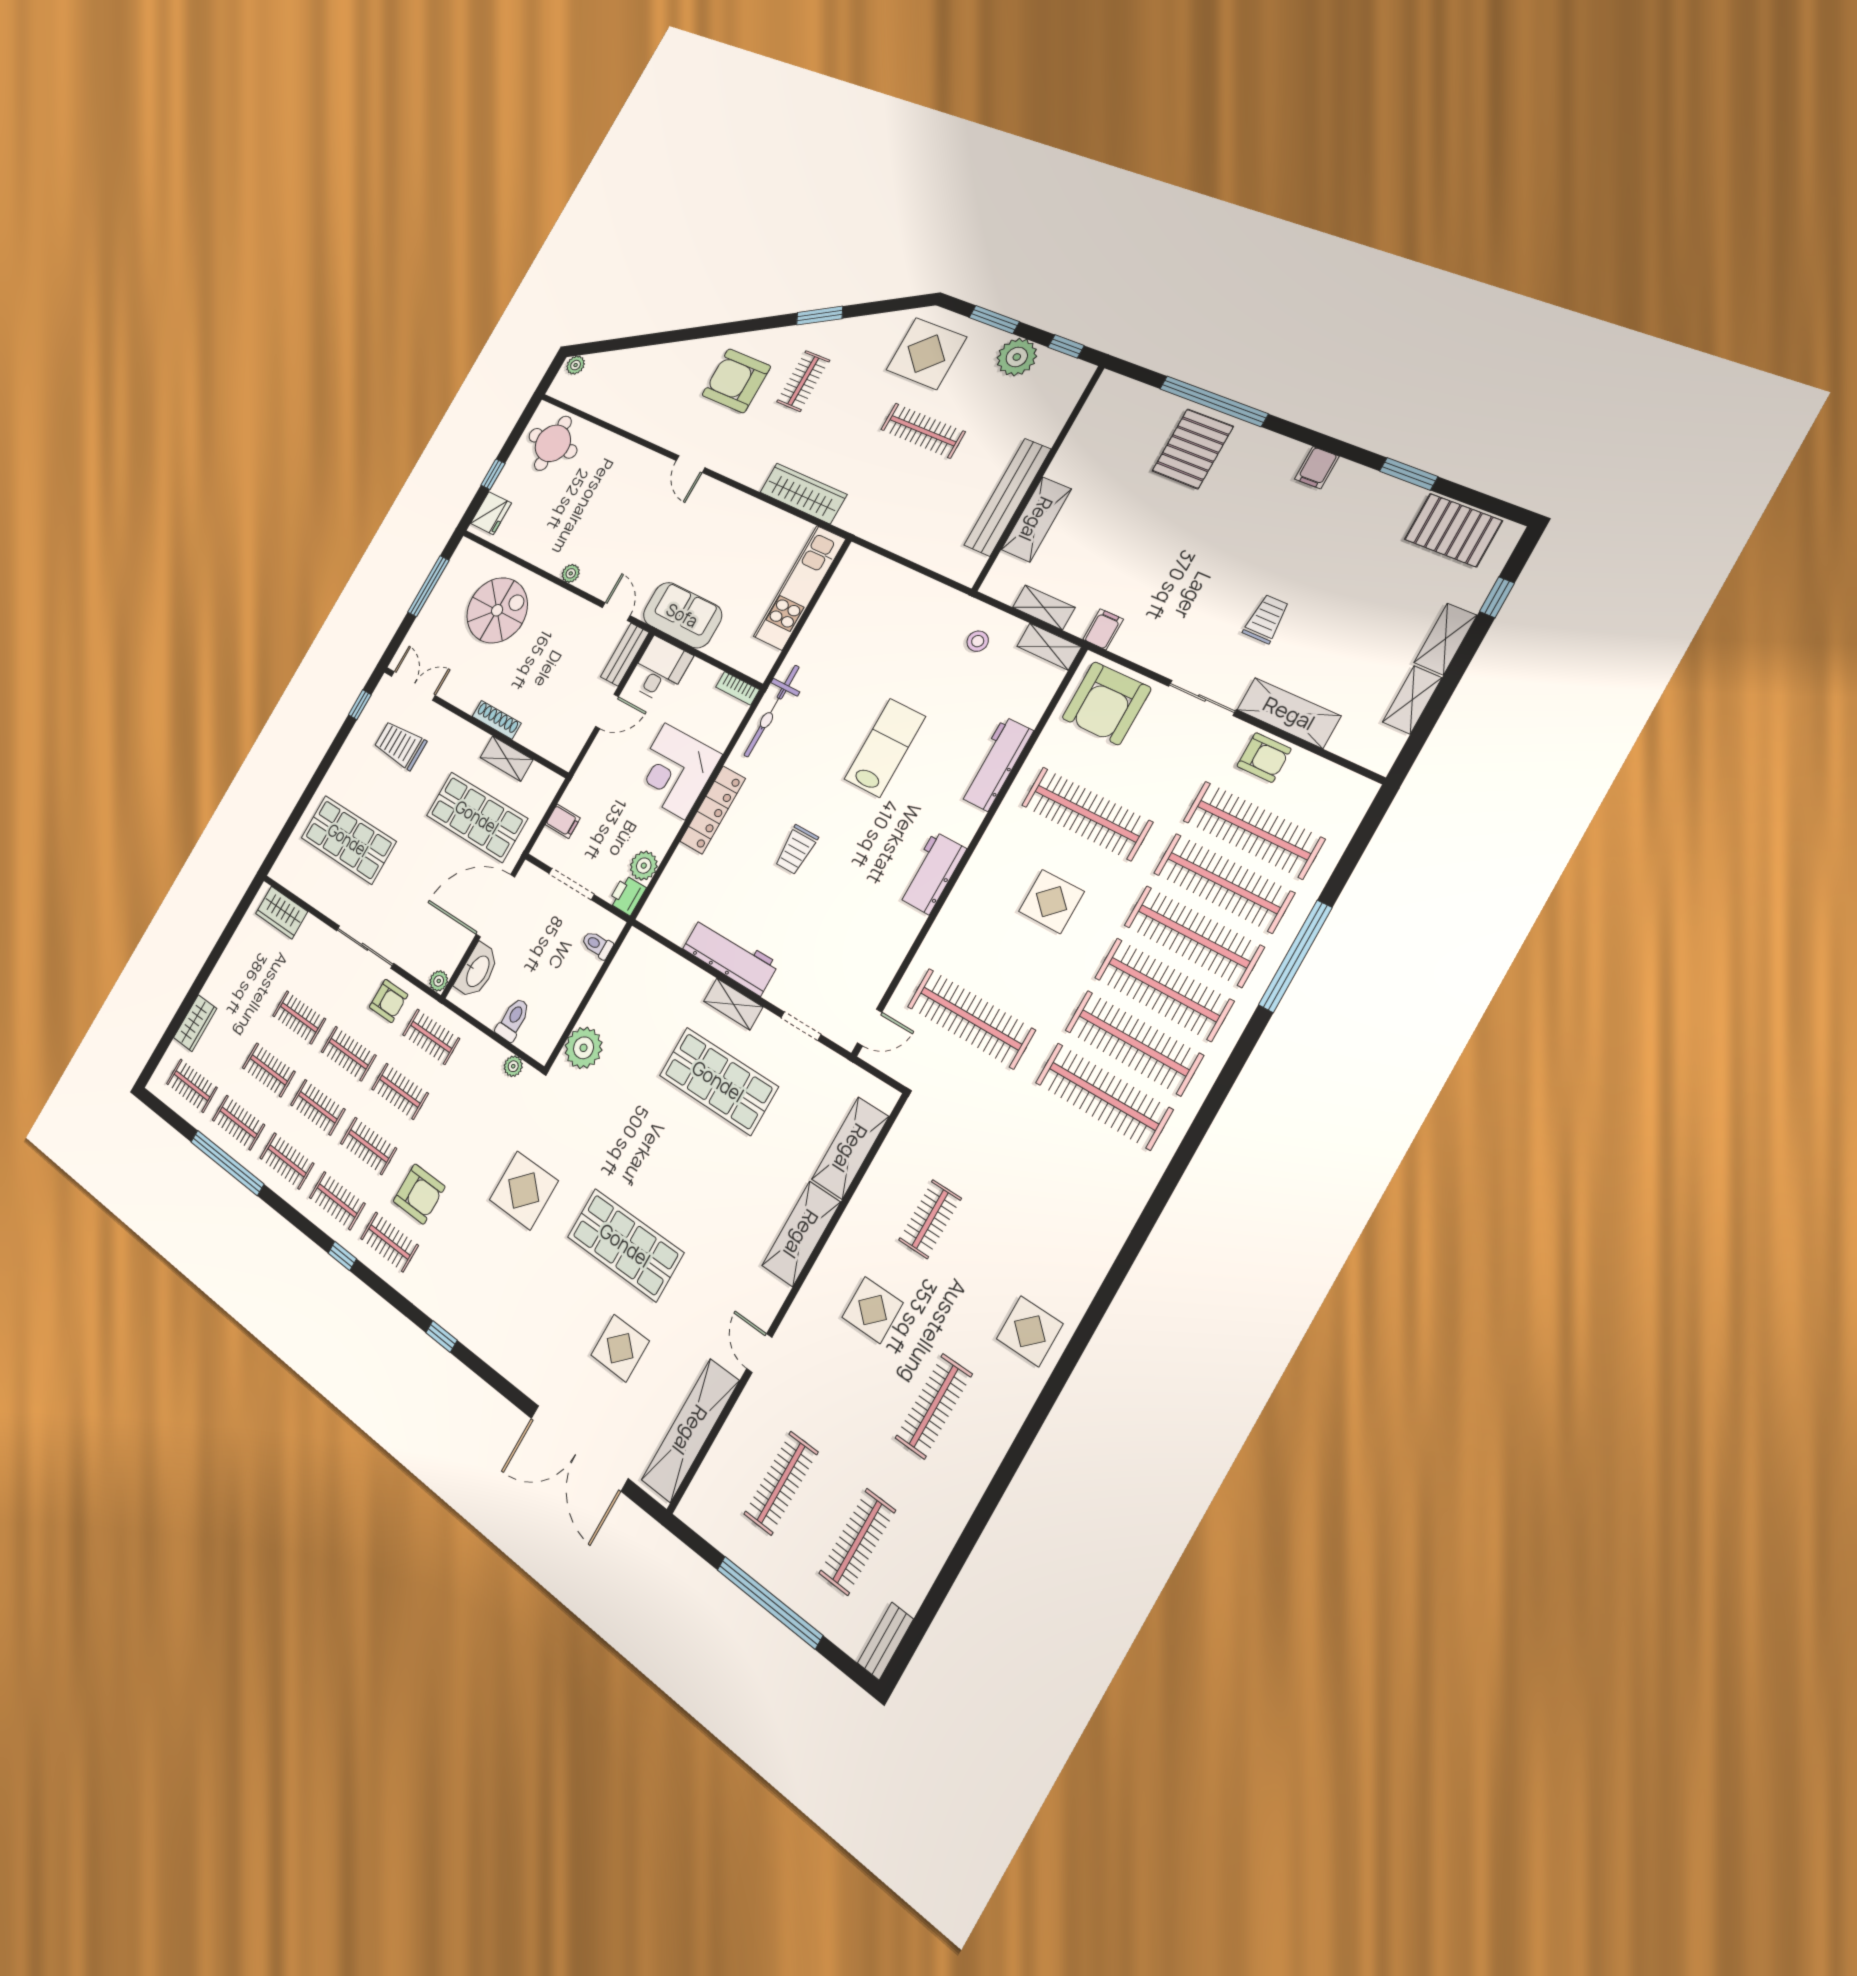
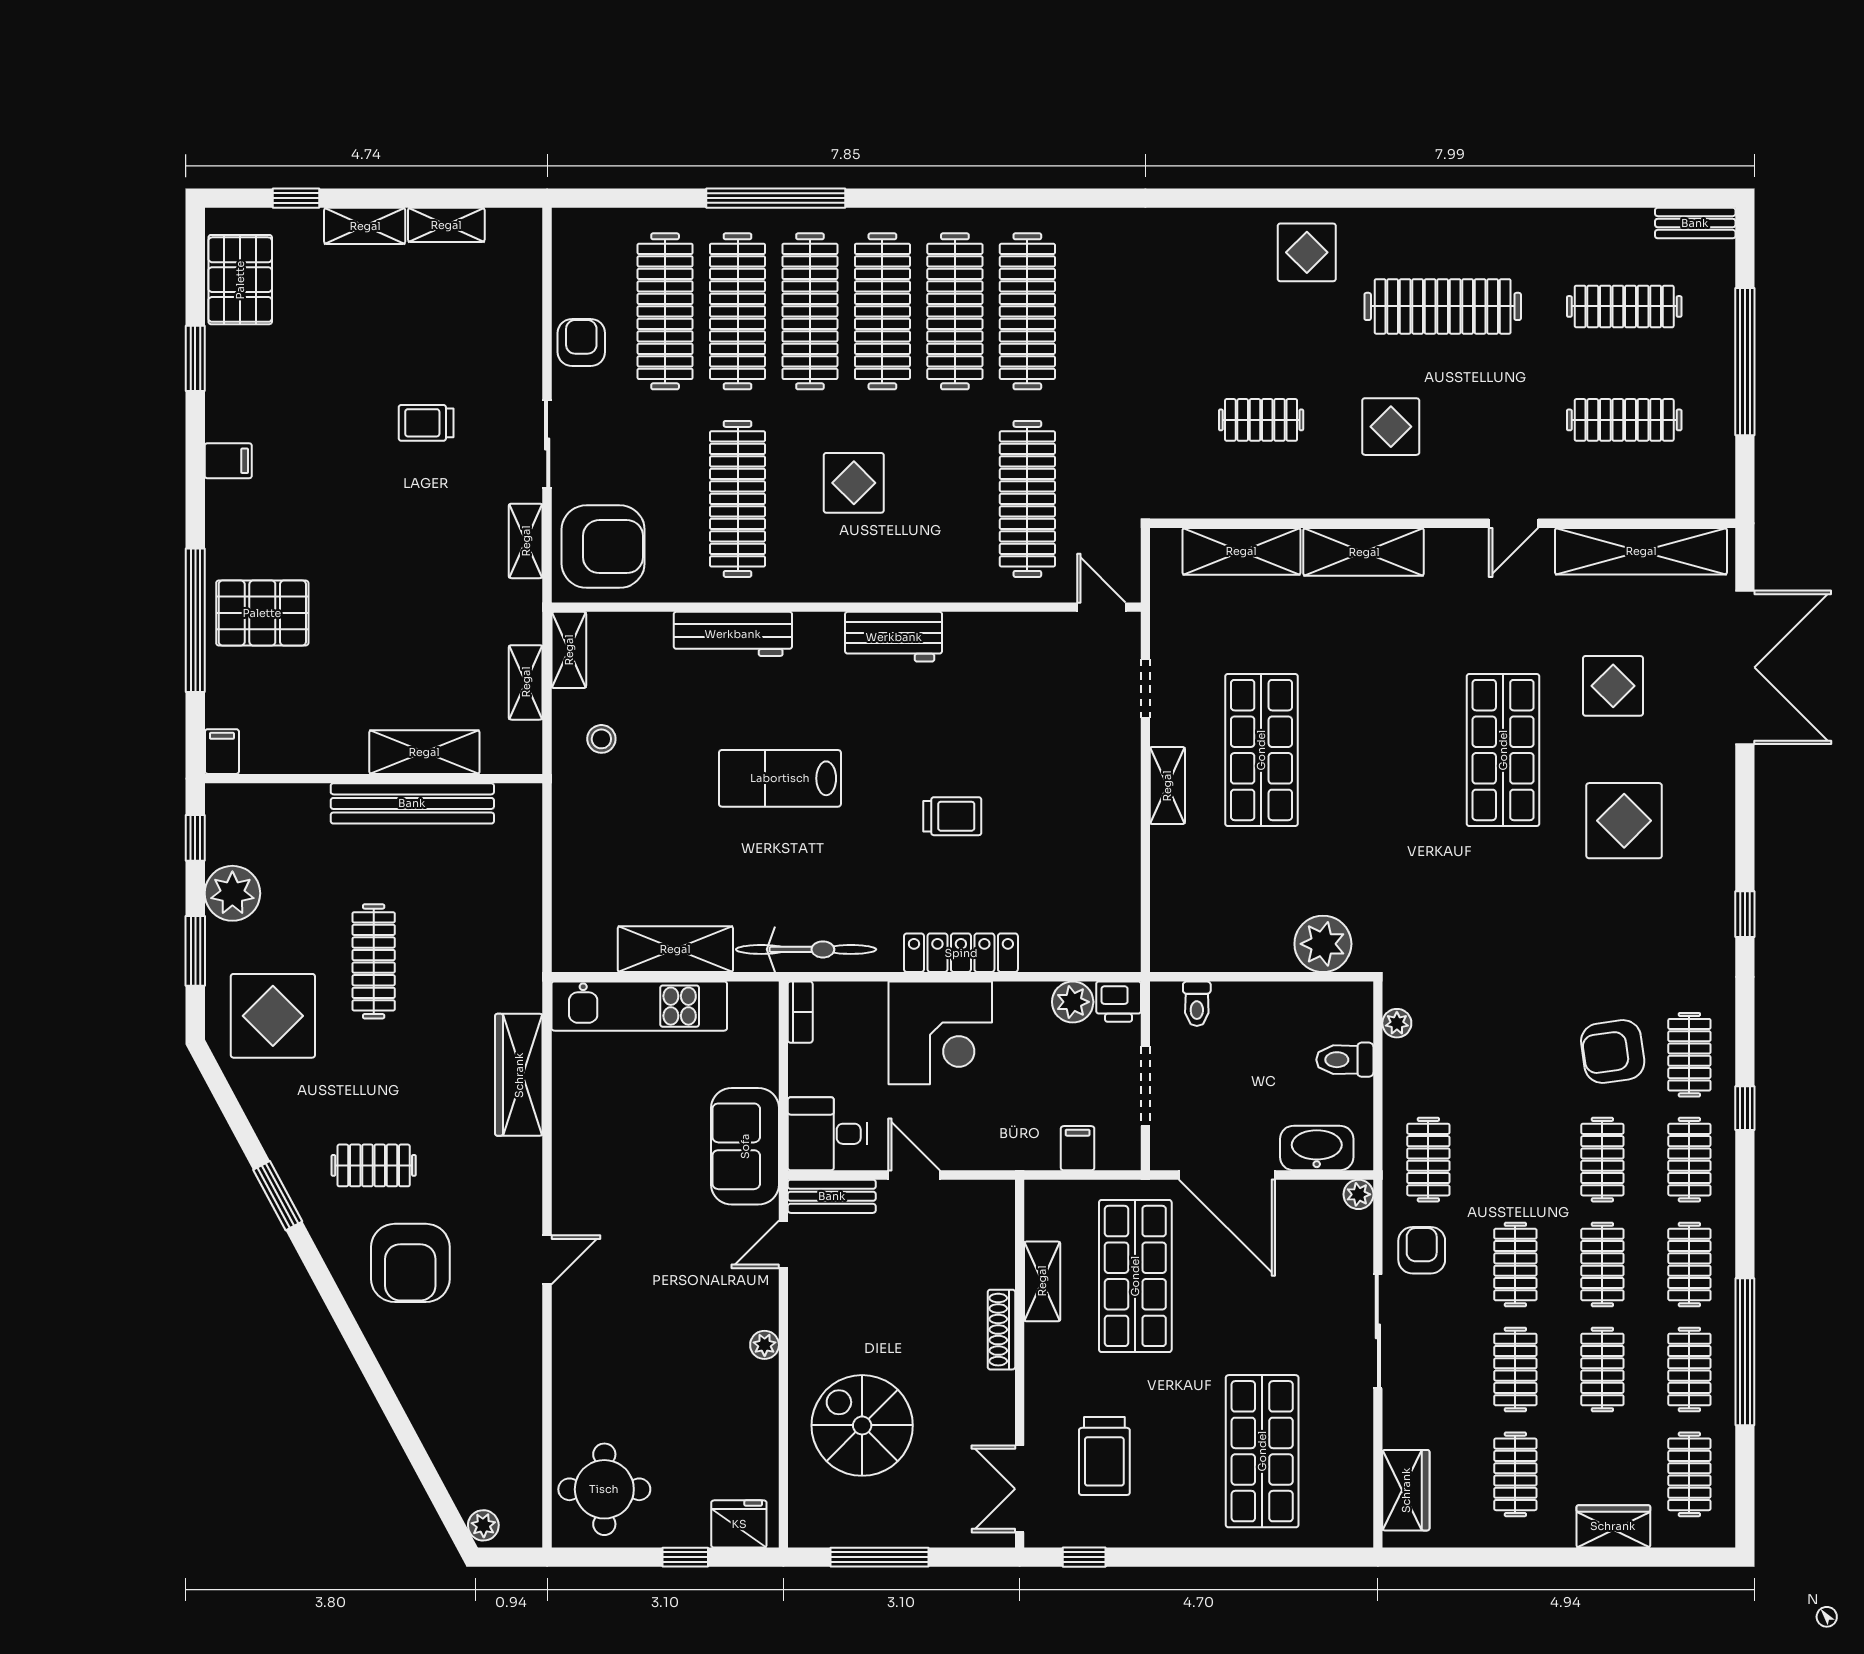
shelving: (820, 627) -> (675, 949), added
filing cabinet: (1103, 629) -> (222, 752), moved, turned 90
shelving: (1289, 713) -> (526, 541), moved, width x0.67, depth x0.75
workbench: (730, 956) -> (1116, 823), removed
clothes rail: (400, 1091) -> (1515, 1474), moved
display table: (524, 1190) -> (1624, 821), moved
armchair: (419, 1194) -> (1613, 1052), turned -98
clothes rail: (934, 1406) -> (1443, 306), width x1.37, depth x1.31

